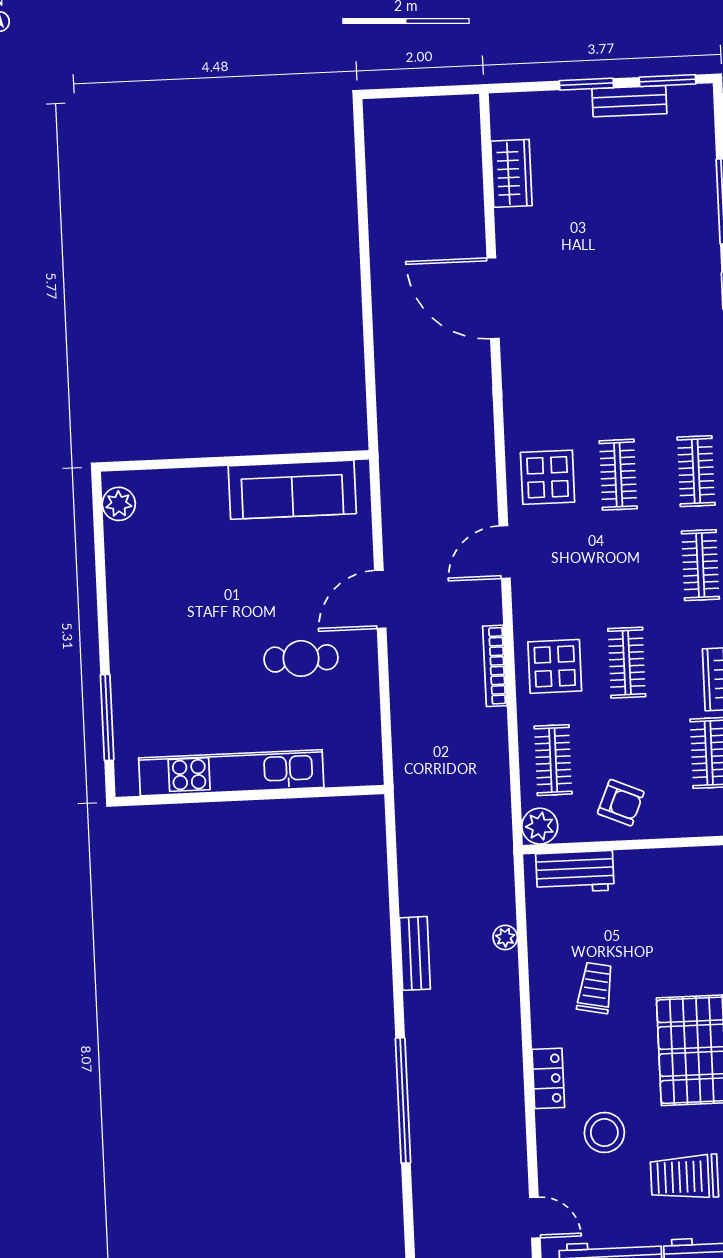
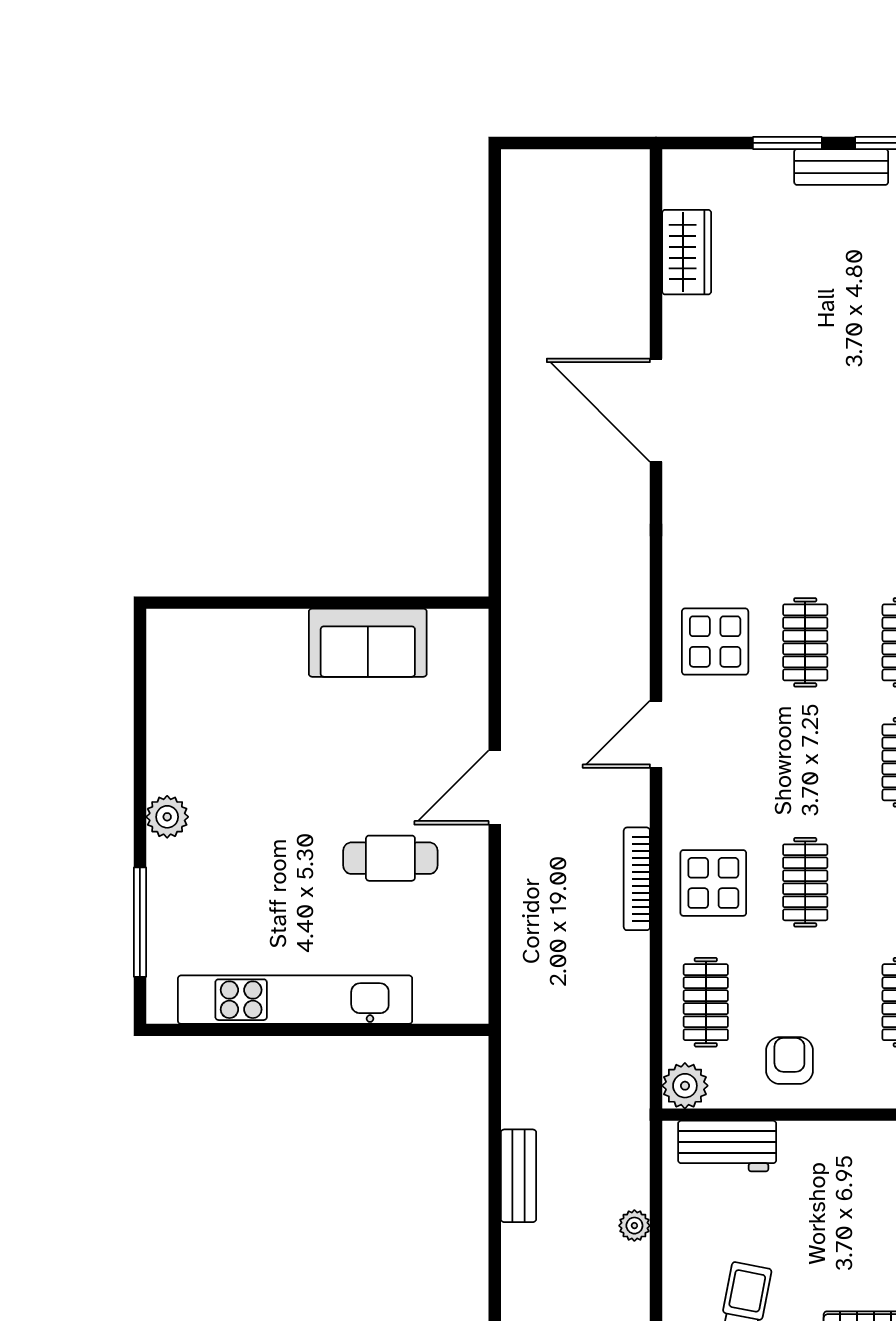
sofa: (292, 490) -> (368, 643), width x0.73
plant: (119, 504) -> (167, 817), moved
armchair: (621, 803) -> (789, 1061), turned -113
bench: (415, 953) -> (519, 1176), moved

